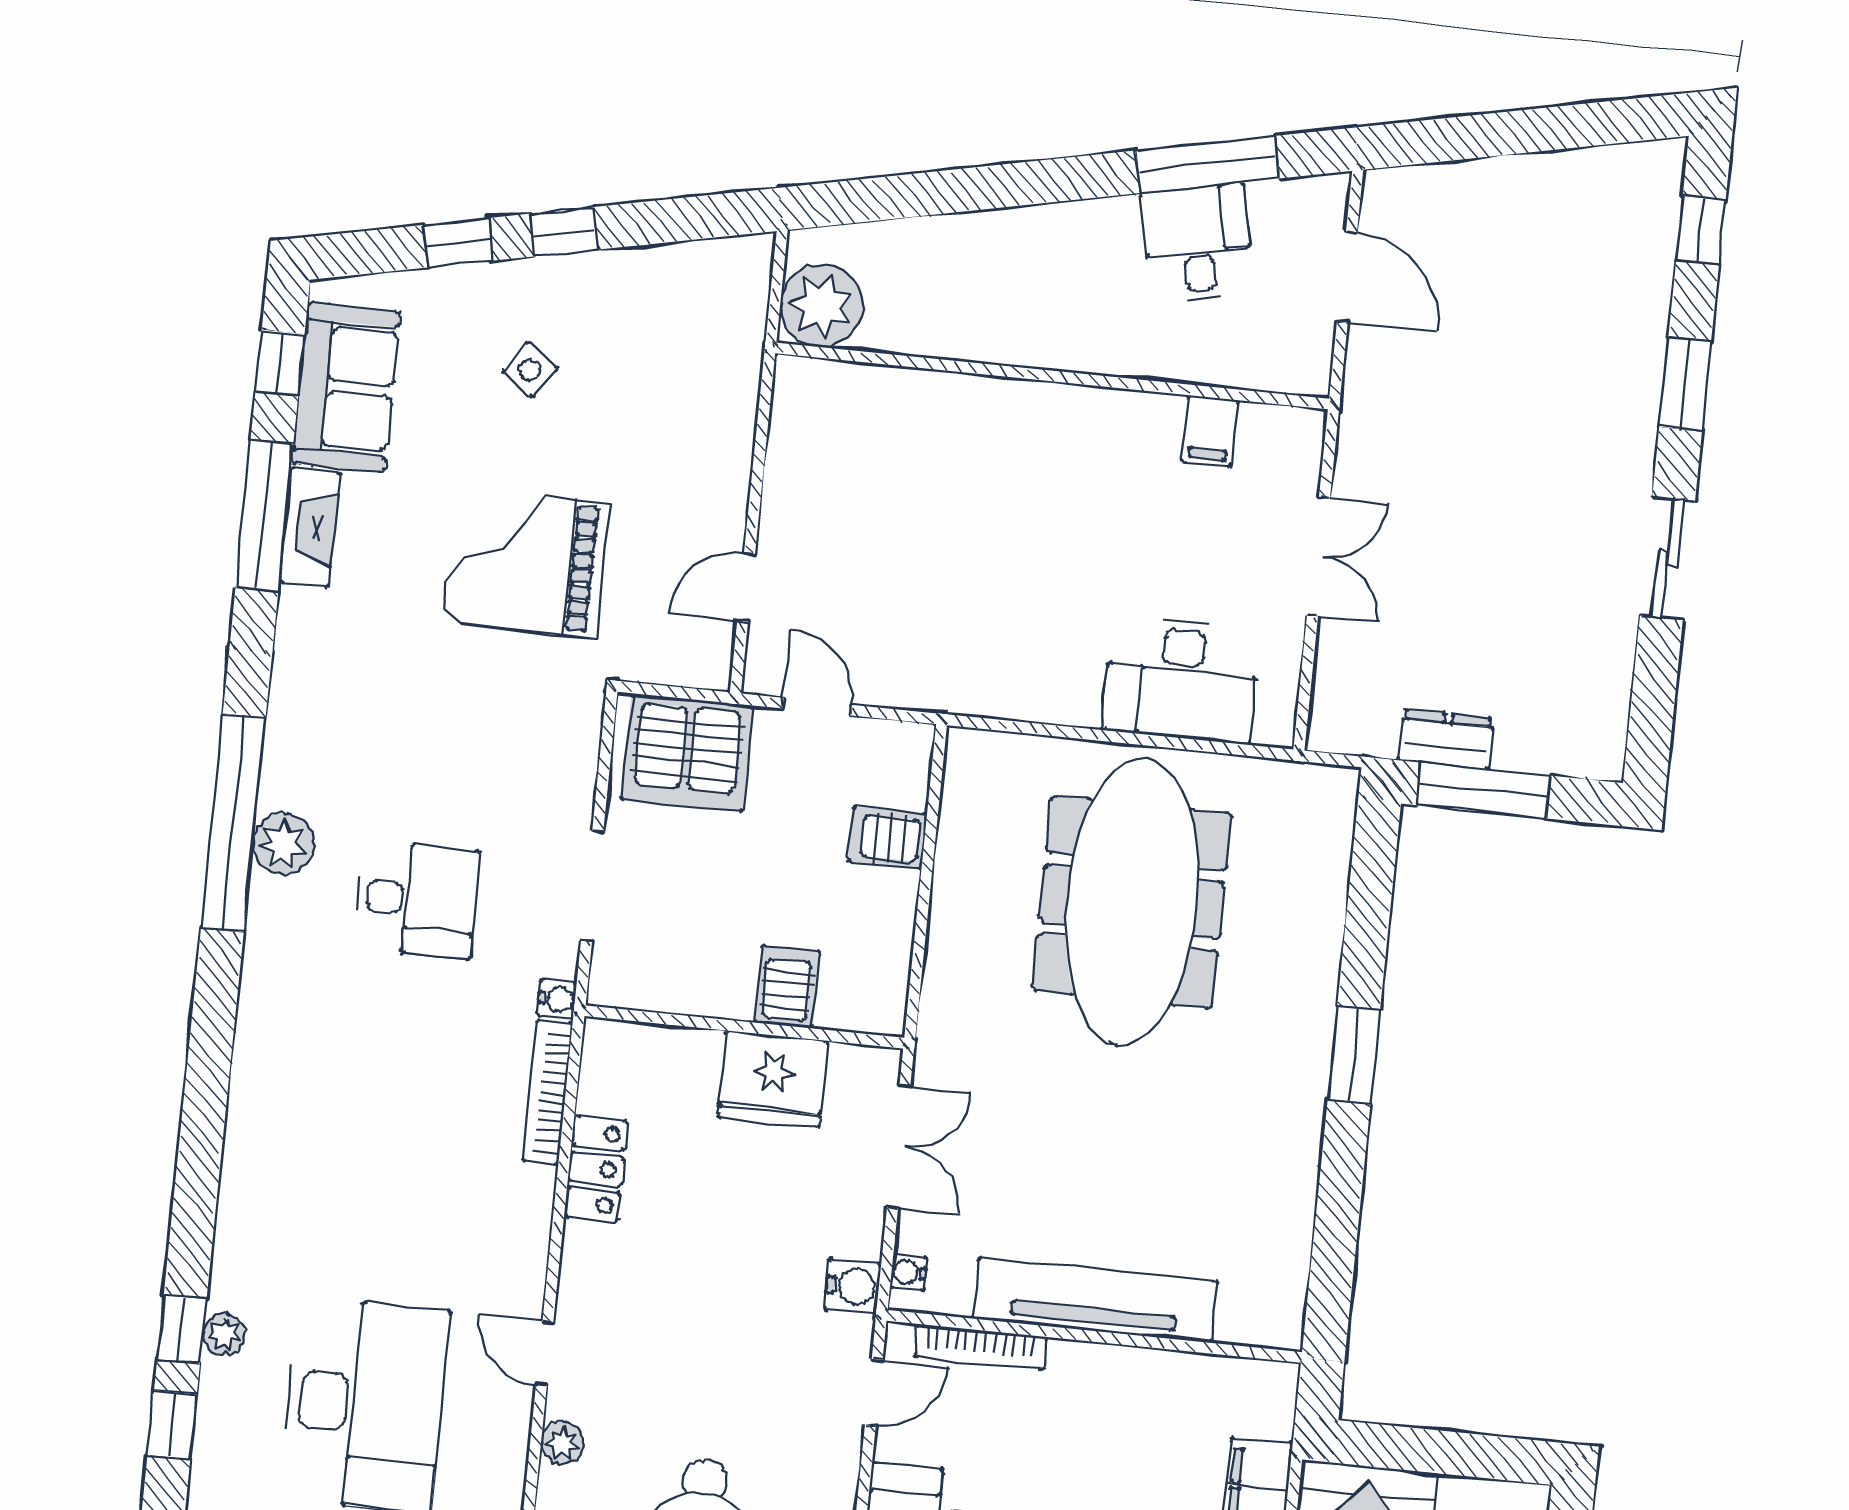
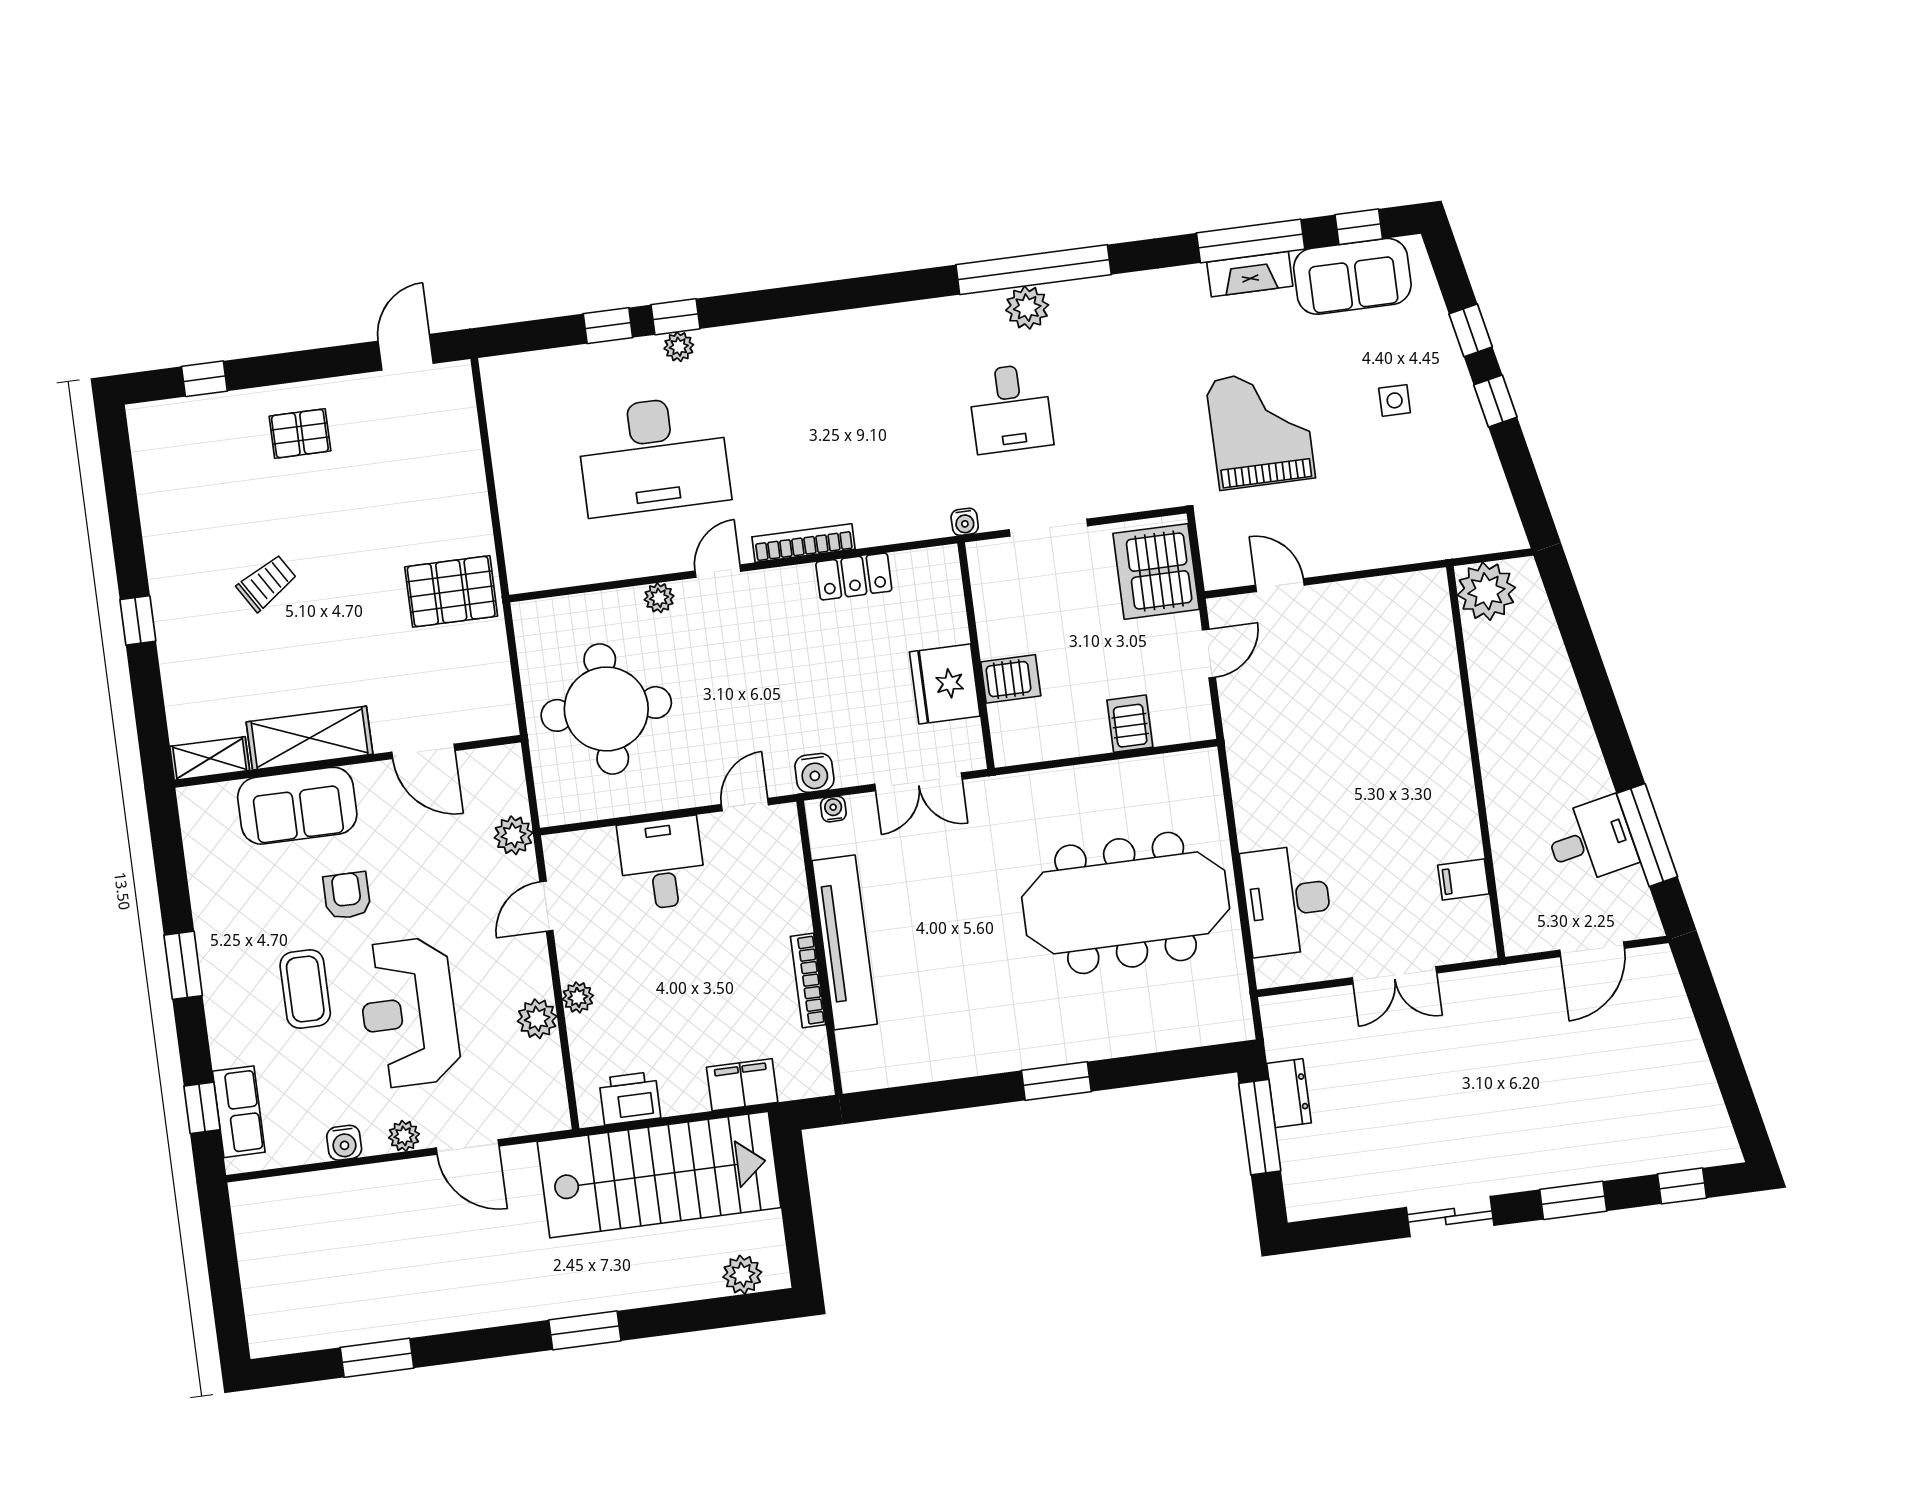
side table: (530, 370) -> (1395, 400), turned -35
bookcase: (547, 1092) -> (804, 543), moved
bookcase: (980, 1347) -> (808, 980), moved
door: (874, 1392) -> (745, 805), swing flipped

